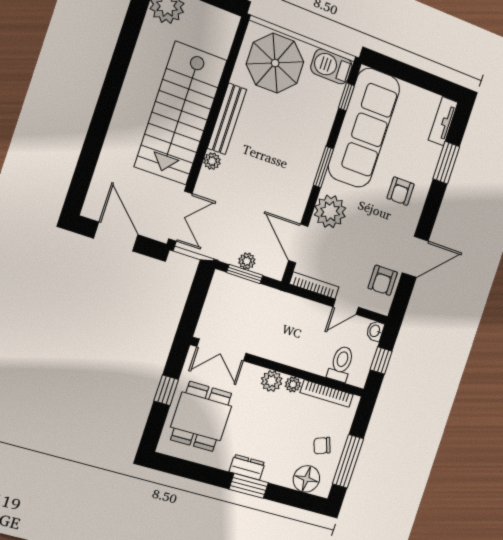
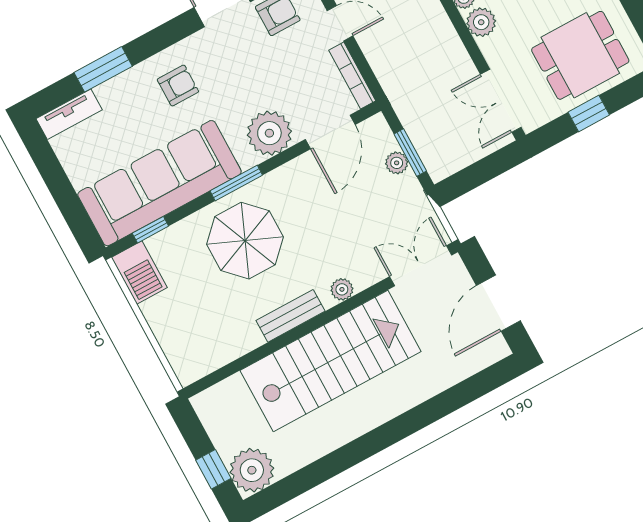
parasol: (275, 63) -> (245, 241), moved
bench: (227, 119) -> (290, 316), width x0.73
double door: (221, 350) -> (501, 101), swing flipped

